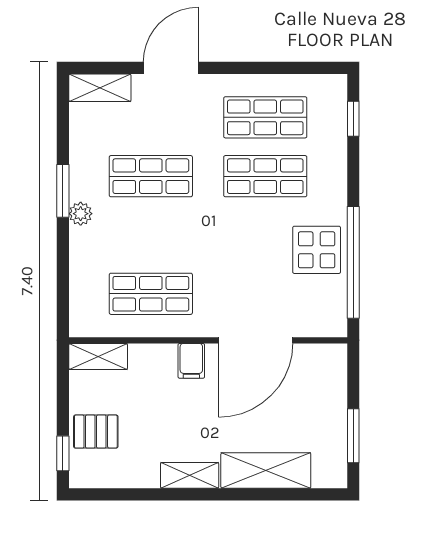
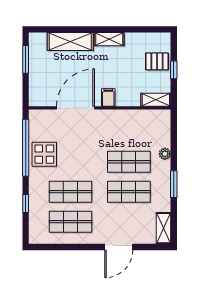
shelving: (100, 88) -> (164, 228), moved, turned 90
window: (353, 119) -> (26, 203), moved
plant: (81, 214) -> (165, 154), moved
shop shelf: (151, 294) -> (129, 162), moved
window: (63, 453) -> (174, 70), moved

